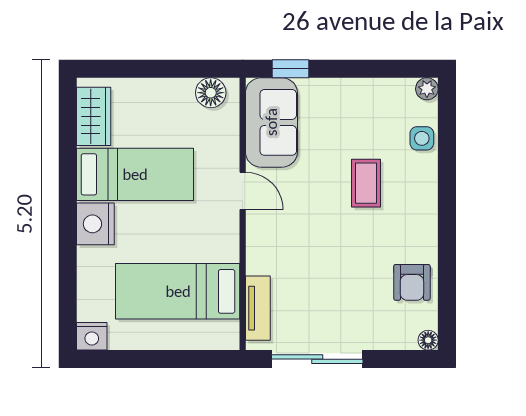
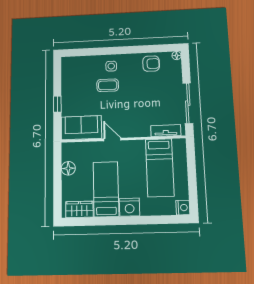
window: (290, 69) -> (57, 104), moved
plant: (427, 89) -> (66, 61), removed
floor lamp: (211, 93) -> (68, 168), moved
side table: (422, 138) -> (111, 66), moved
door: (243, 191) -> (112, 139), hinge flipped

